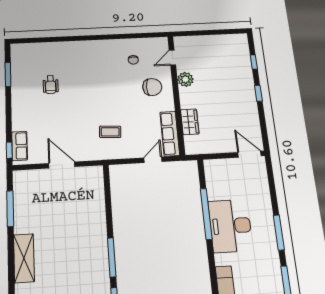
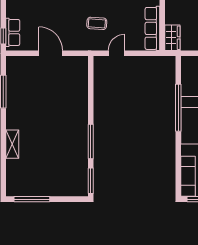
wardrobe: (190, 122) -> (172, 38), moved
door: (153, 160) -> (117, 53), moved
shelving: (24, 258) -> (12, 144), width x0.67, depth x0.75

